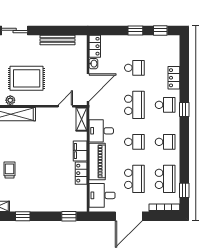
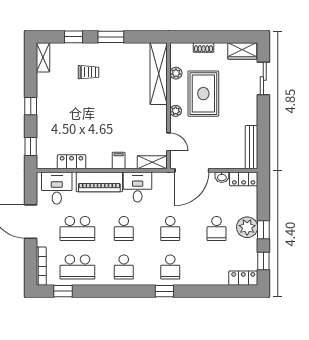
bench: (57, 40) -> (251, 147), moved
plant: (133, 43) -> (247, 227), added
locker: (174, 78) -> (243, 278), moved
door: (88, 88) -> (192, 170), hinge flipped
plant: (40, 100) -> (176, 111), added
school desk: (134, 105) -> (170, 229), width x0.54
filing cabinet: (80, 151) -> (119, 161), width x0.50
locker: (81, 173) -> (71, 162), moved
window: (23, 216) -> (31, 106), moved

